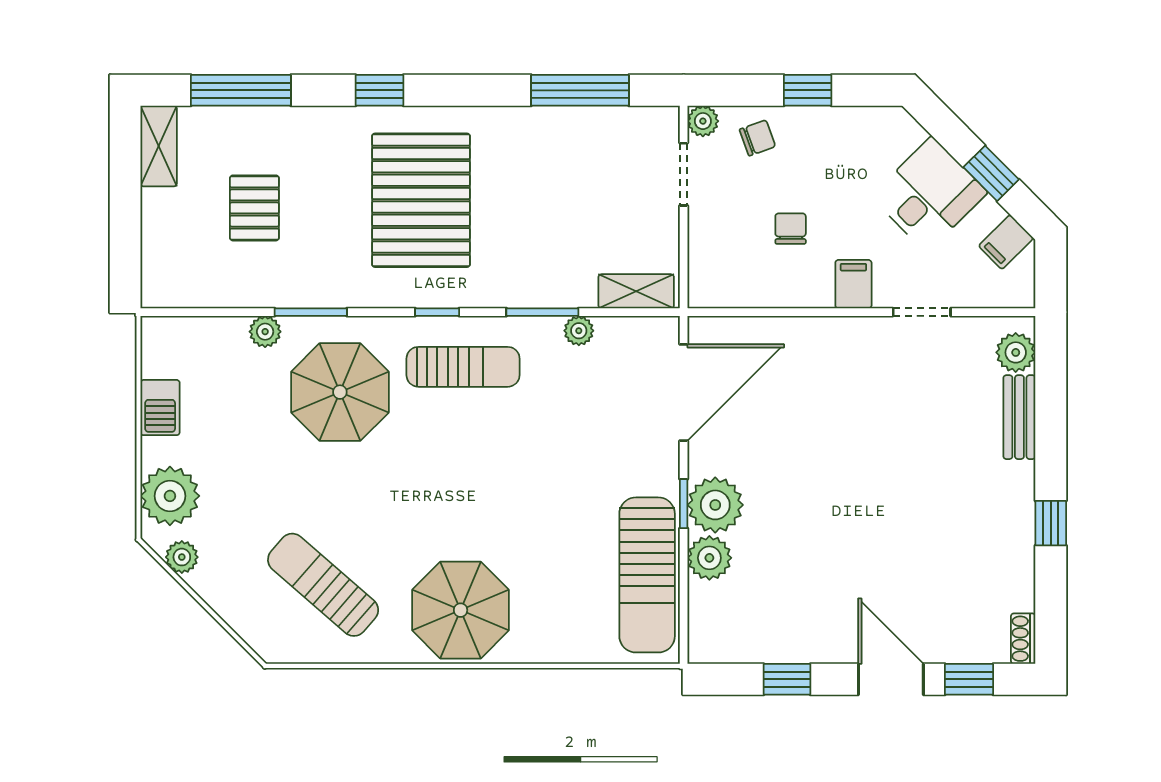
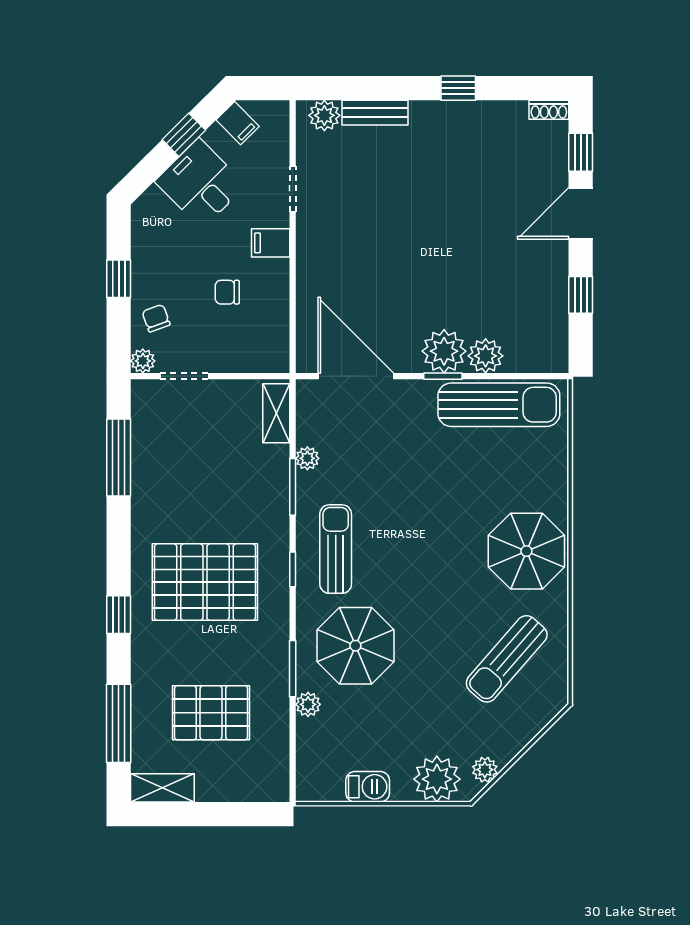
pallet: (254, 208) -> (211, 713), width x1.50, depth x1.42

